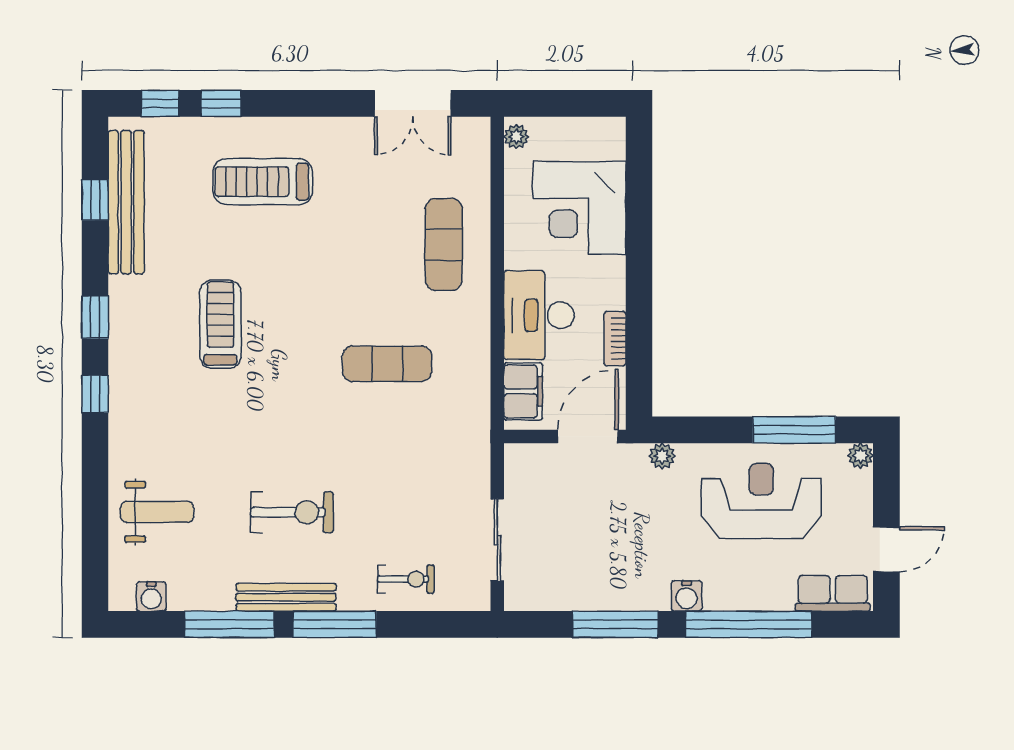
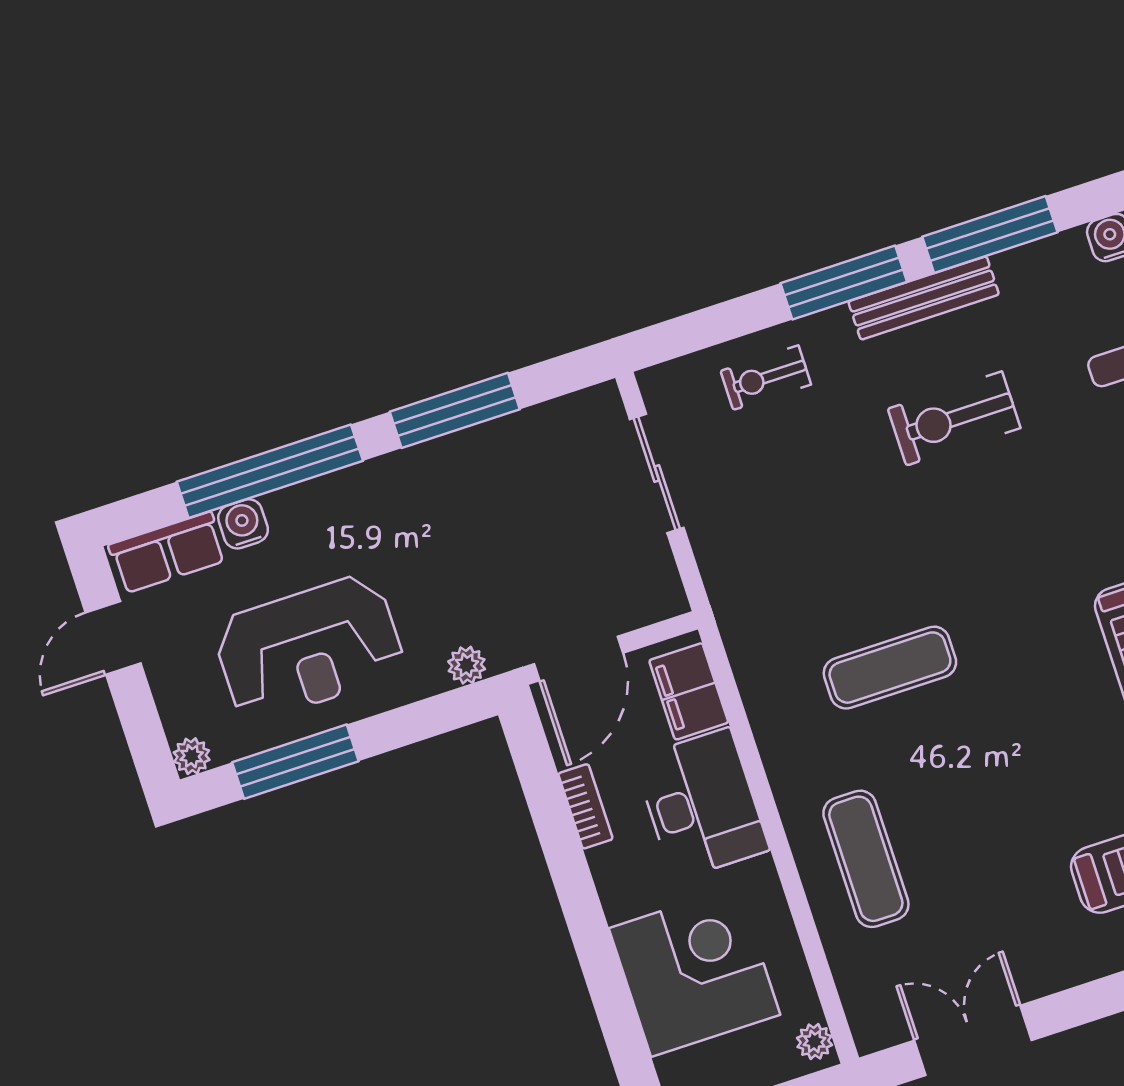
water cooler: (687, 596) -> (243, 524), moved

